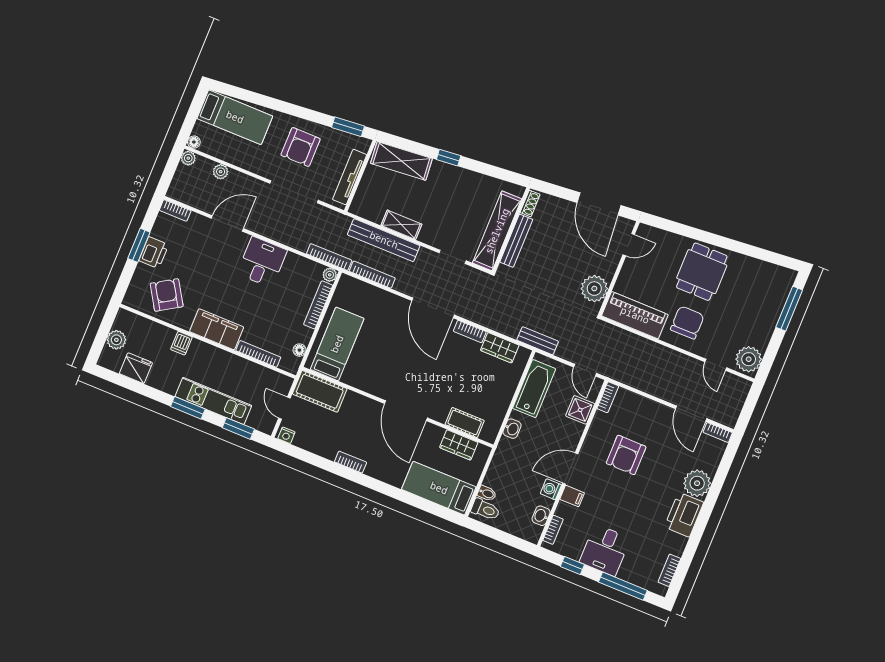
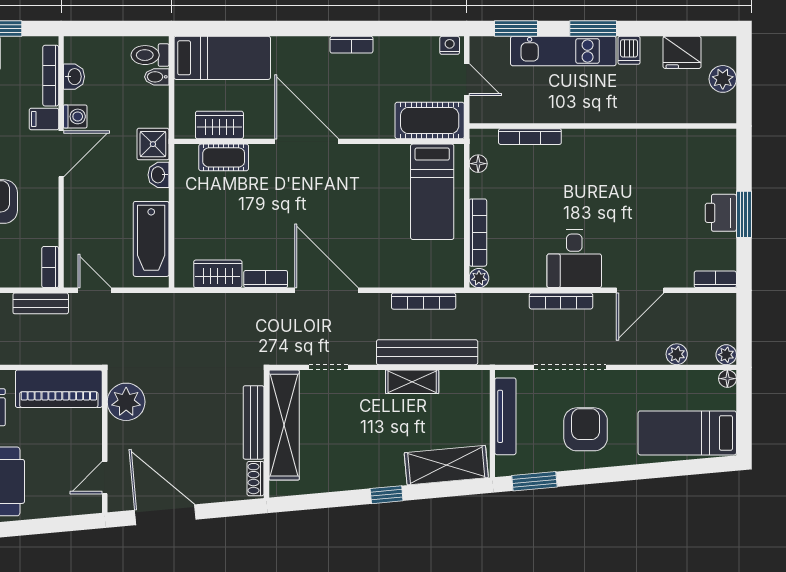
bookcase: (329, 257) -> (561, 301), moved
armchair: (167, 295) -> (681, 164), removed
filing cabinet: (217, 329) -> (598, 146), removed
bench: (538, 341) -> (41, 303), moved
dishwasher: (181, 343) -> (629, 50), moved, turned 180
shower: (580, 410) -> (153, 144), moved
bookcase: (553, 530) -> (51, 76), width x1.56

